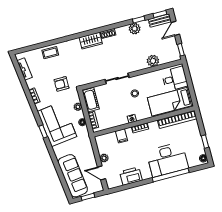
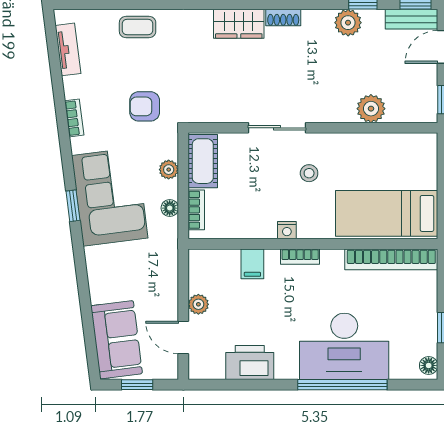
desk: (175, 79) -> (411, 163), removed
sofa: (73, 176) -> (117, 340), width x0.73

